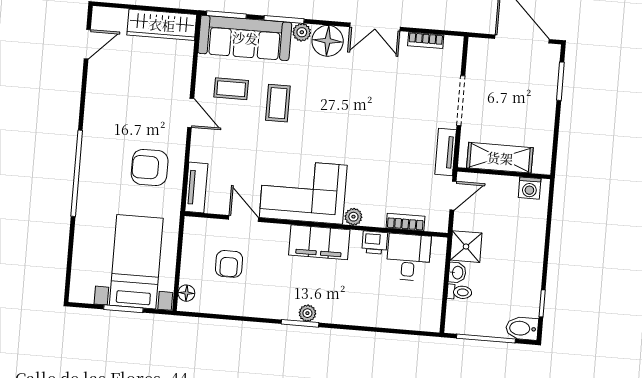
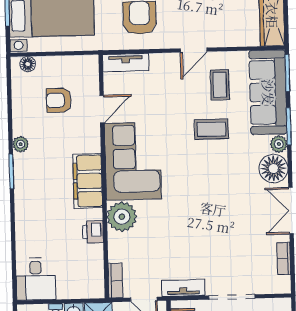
plant: (353, 217) -> (122, 217), width x1.88, depth x1.88
bookcase: (405, 222) -> (115, 281), moved
desk: (409, 257) -> (36, 279), moved, turned 90
plant: (307, 313) -> (21, 144), moved

